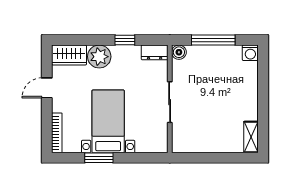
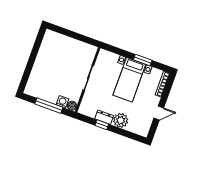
dresser: (155, 52) -> (104, 117), moved
washing machine: (250, 53) -> (62, 102), moved
wardrobe: (69, 55) -> (138, 128), removed
shelving: (251, 137) -> (47, 39), removed

